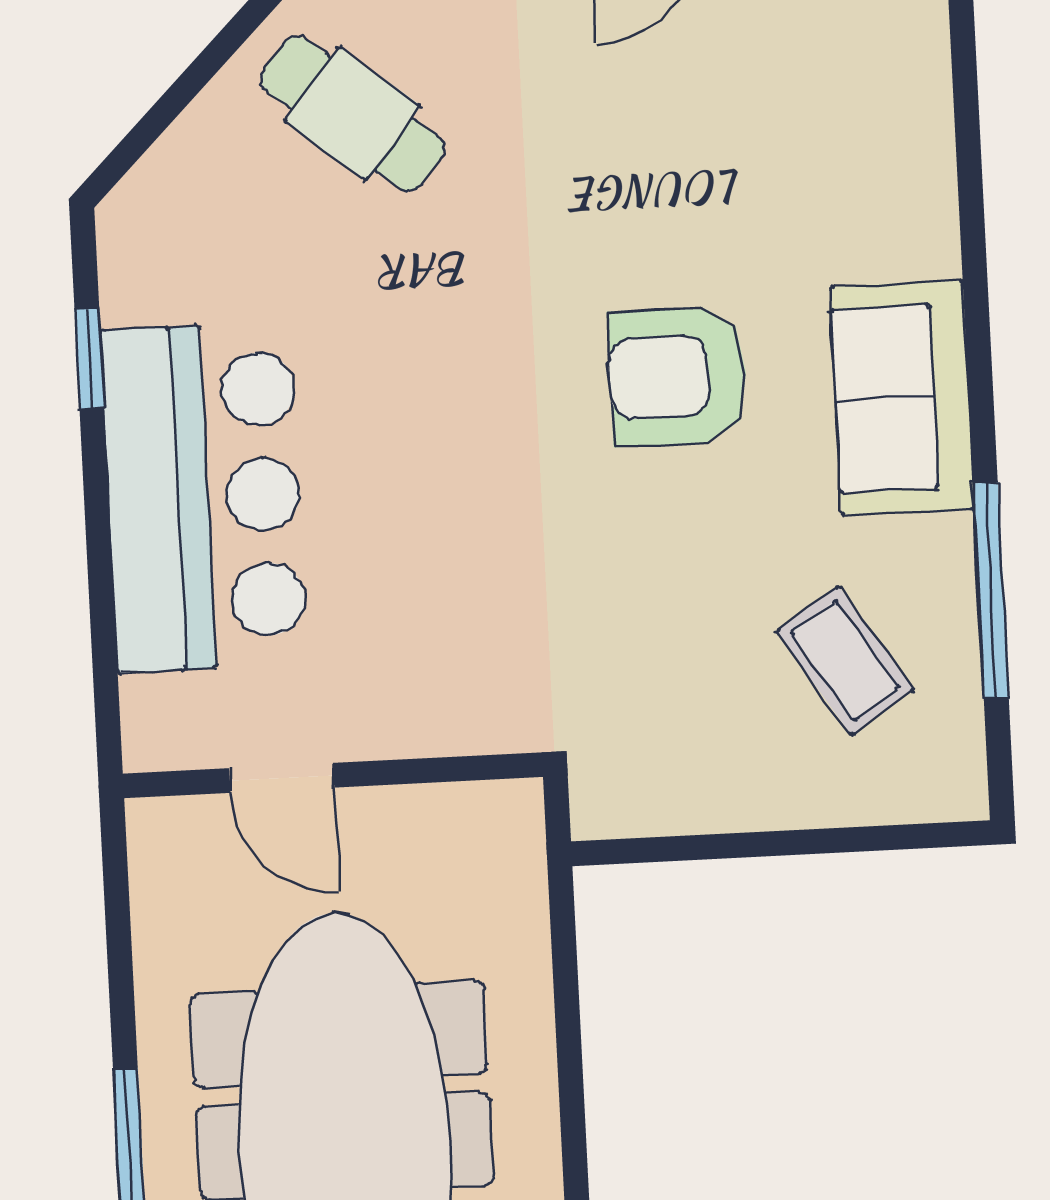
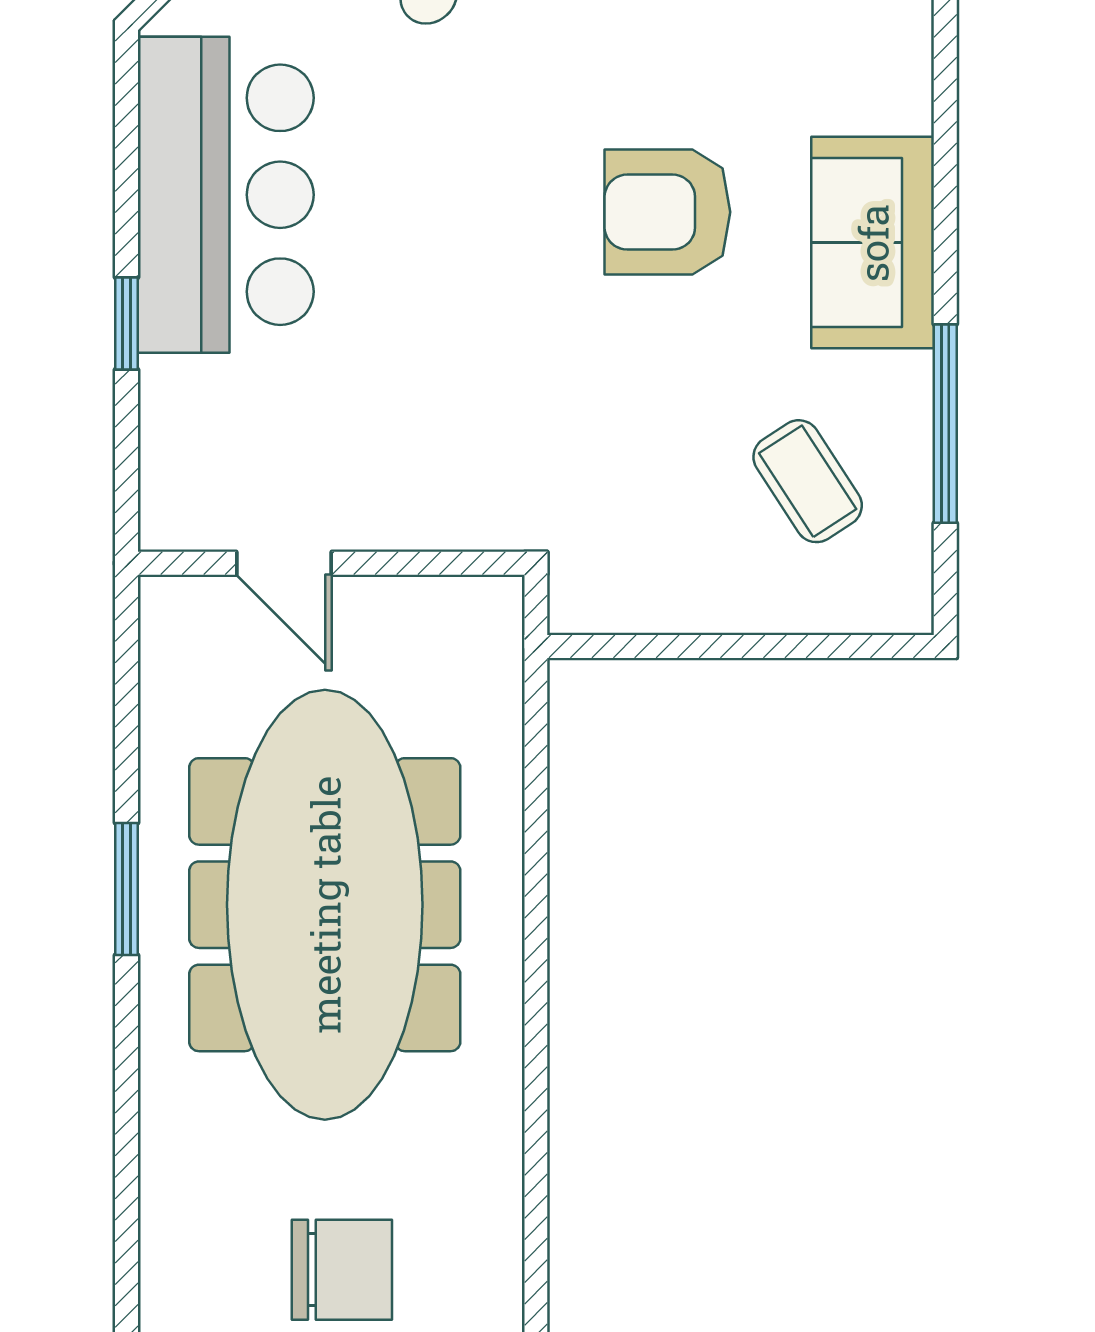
window: (89, 359) -> (127, 323), moved
bar counter: (204, 497) -> (226, 195), moved

